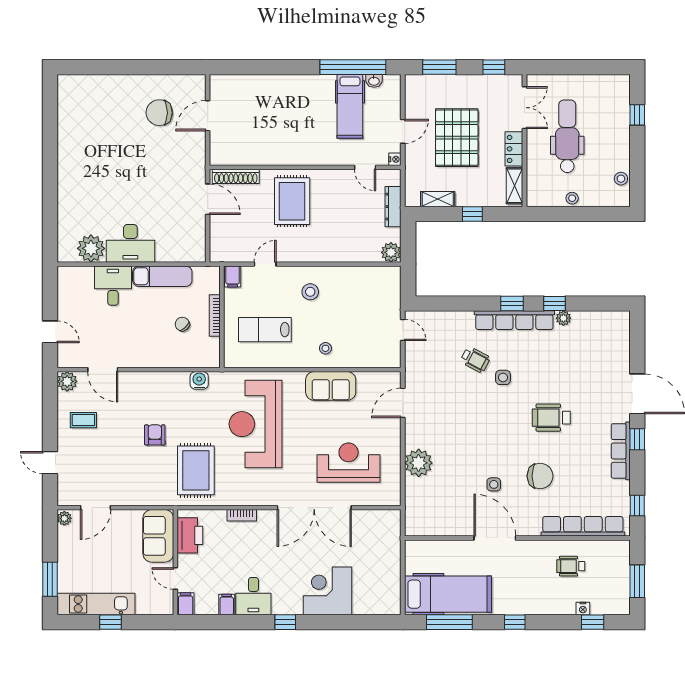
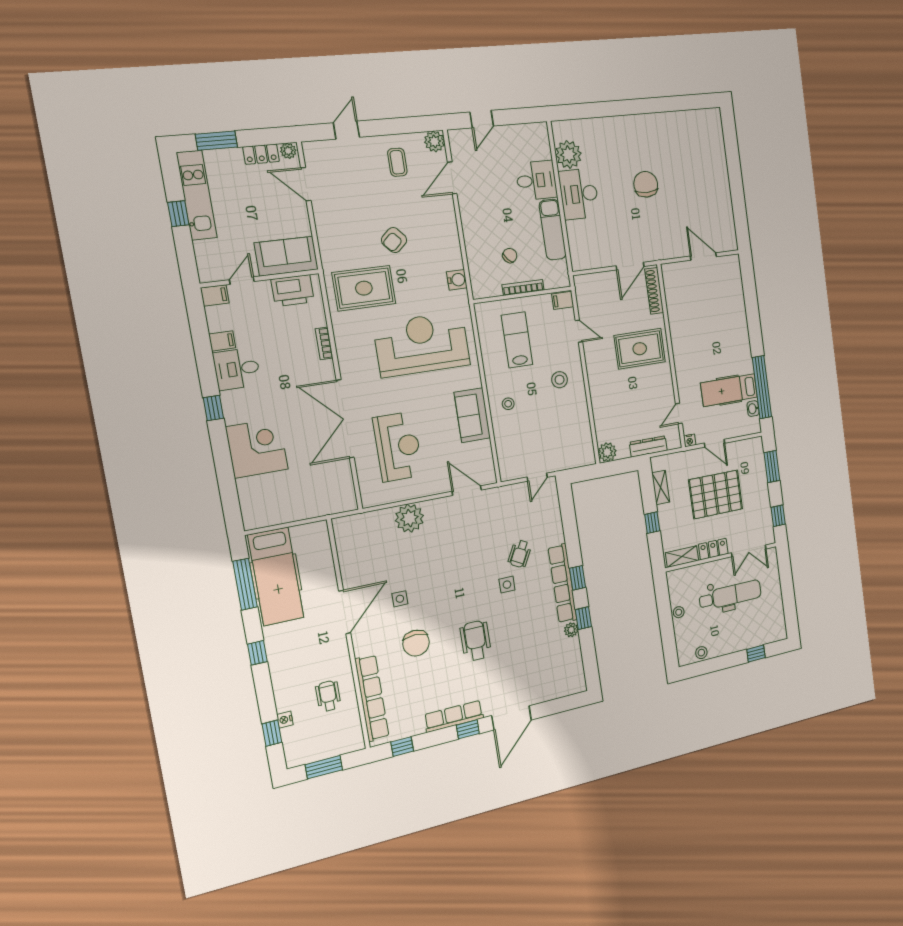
chair: (159, 113) -> (646, 184), moved
armchair: (155, 435) -> (394, 240), turned 138
locker: (65, 543) -> (261, 154), added

